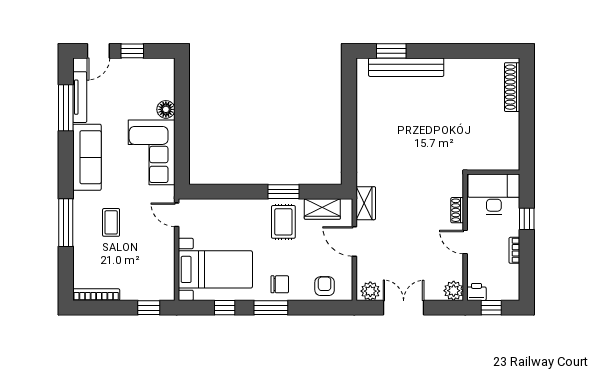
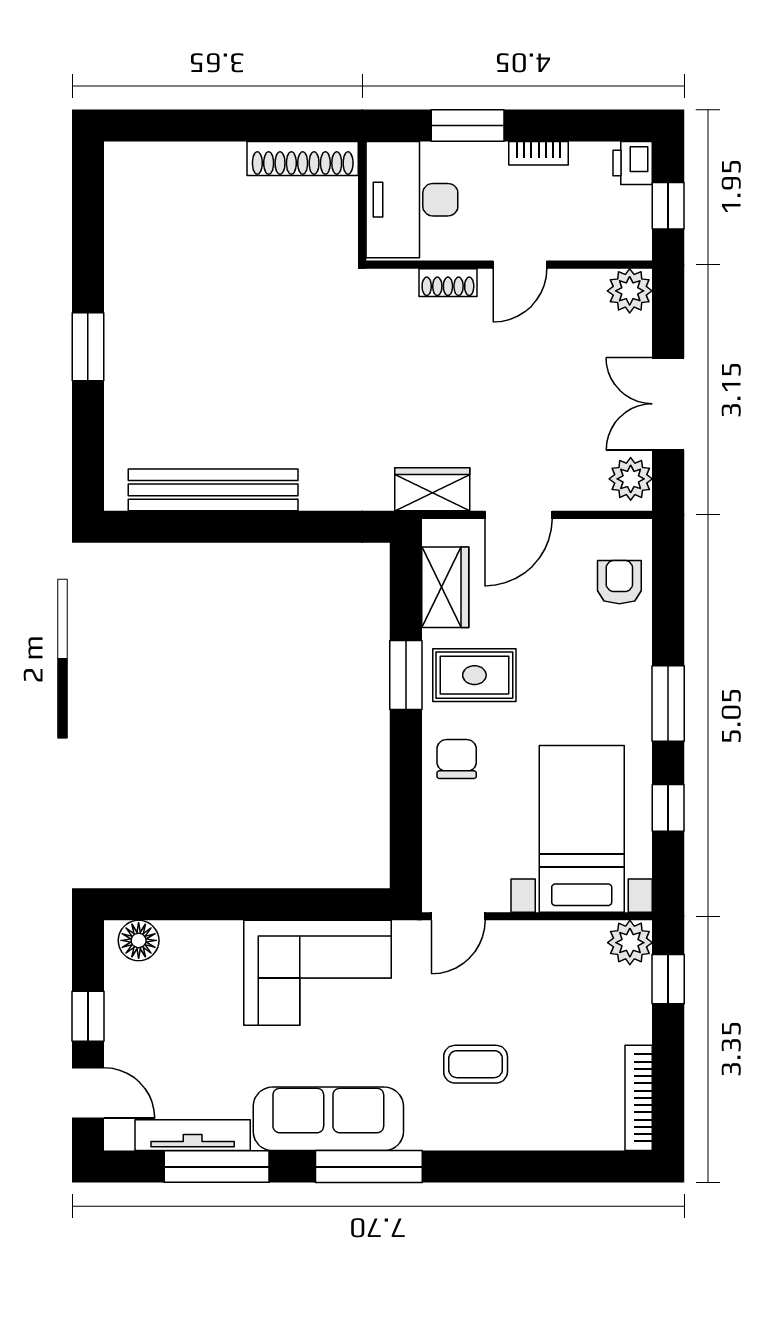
window: (391, 51) -> (88, 347), moved
bench: (406, 67) -> (213, 490), moved, turned 90
shoe rack: (512, 87) -> (303, 159), moved
floor lamp: (166, 109) -> (139, 940), moved
window: (527, 219) -> (468, 126), width x1.50
window: (66, 223) -> (369, 1167), moved
chair: (280, 284) -> (457, 759), moved
armchair: (325, 286) -> (619, 582), turned 90
plant: (165, 291) -> (630, 943), added
printer: (476, 292) -> (633, 163), moved

